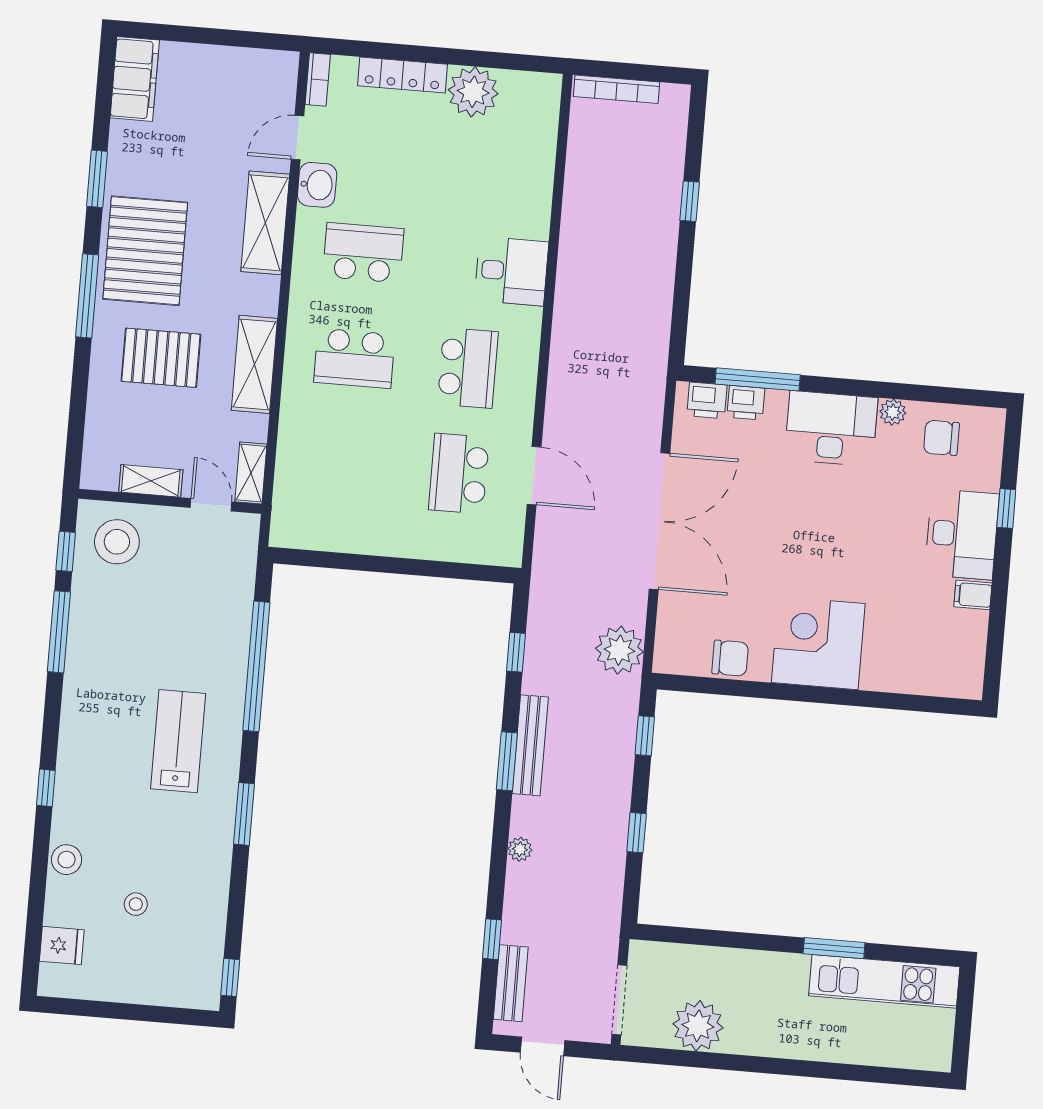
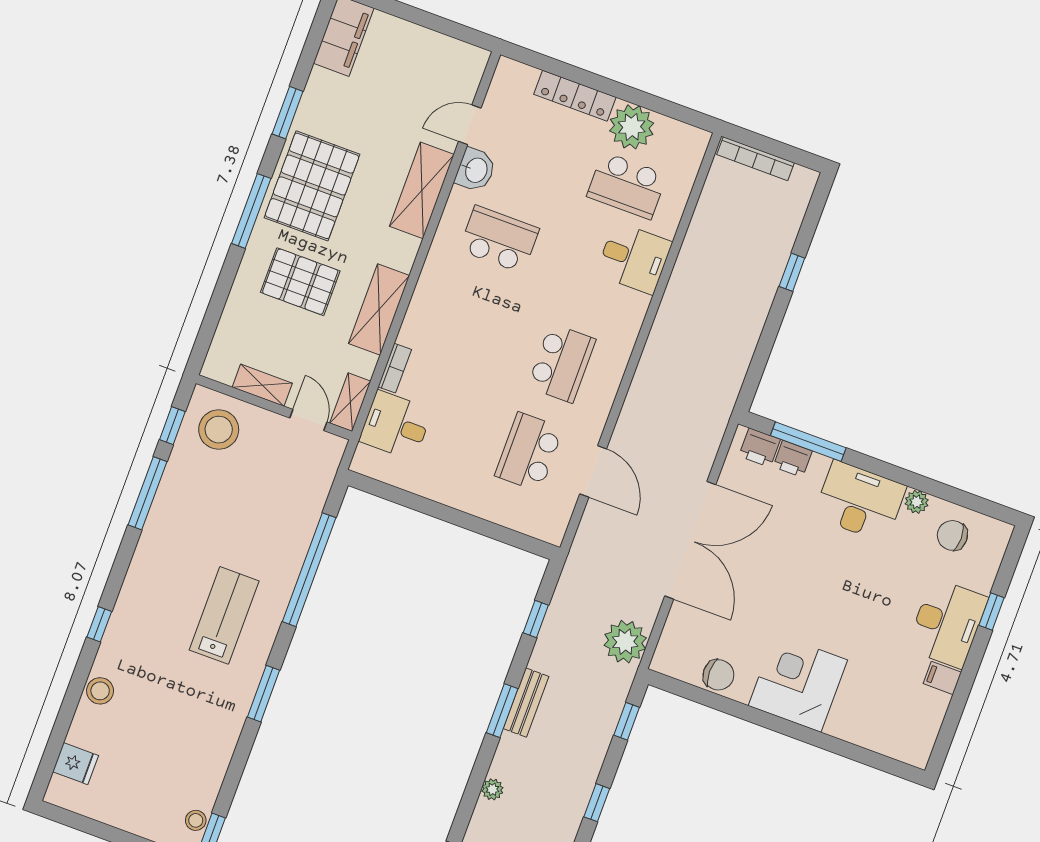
bookcase: (318, 79) -> (395, 368), moved
desk: (511, 271) -> (634, 258), moved
school desk: (354, 358) -> (627, 186), moved
desk: (307, 485) -> (396, 425), added
bench: (530, 745) -> (526, 702), width x0.73
stool: (136, 904) -> (196, 820), moved

